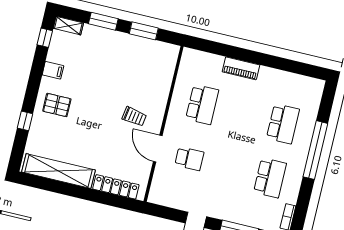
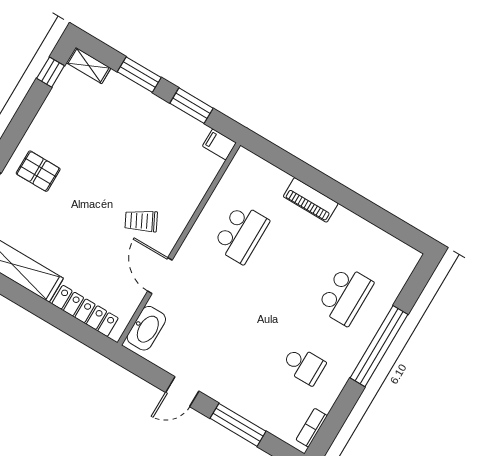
filing cabinet: (53, 70) -> (219, 144), moved, turned 180
trolley: (134, 117) -> (141, 221), turned 144
school desk: (189, 159) -> (200, 303), removed
school desk: (270, 178) -> (304, 365), width x0.54
washbasin: (160, 186) -> (146, 328), added

